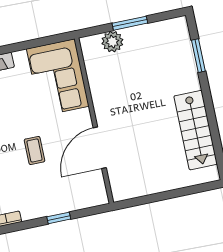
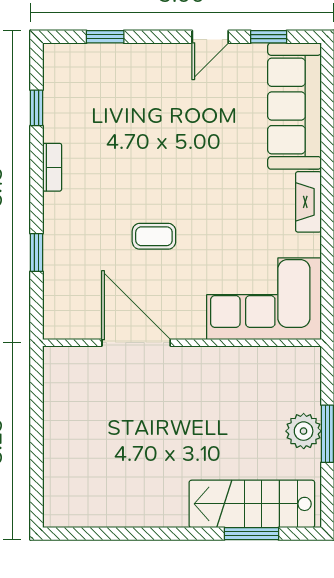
plant: (112, 42) -> (304, 431), moved
stairs: (196, 130) -> (252, 504), moved

